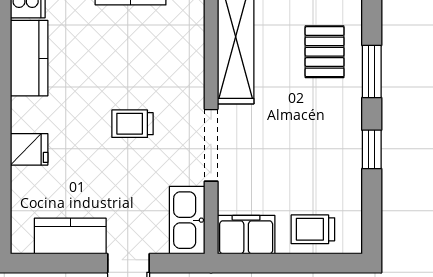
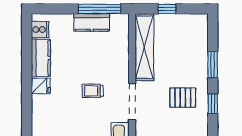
pallet: (325, 52) -> (183, 98), moved, turned 90
fridge: (29, 149) -> (41, 86), moved

